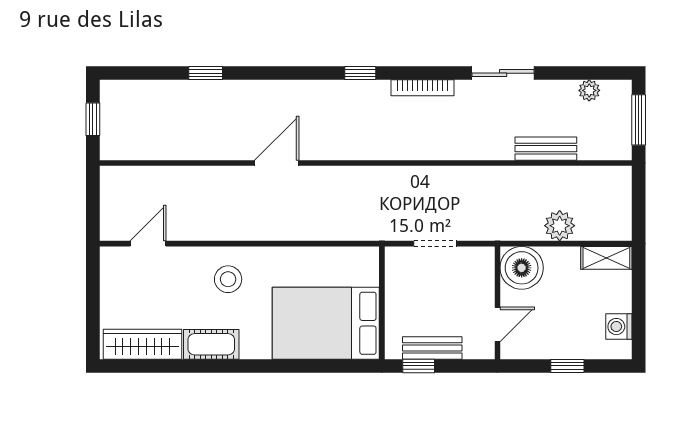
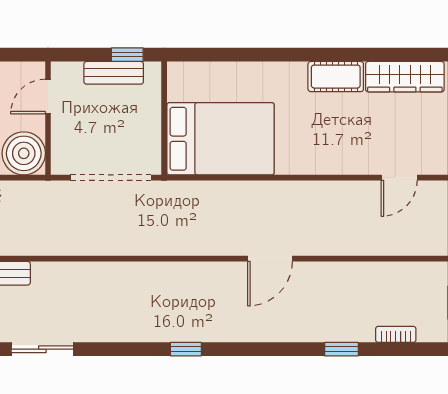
bookcase: (423, 88) -> (396, 334), moved, width x0.64
doorway: (435, 244) -> (111, 178), width x1.87
stool: (228, 279) -> (319, 142), removed
bed: (326, 323) -> (221, 139), moved

